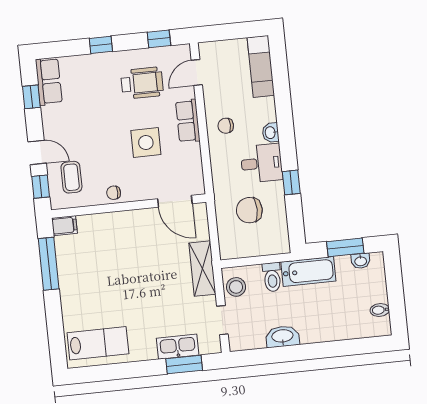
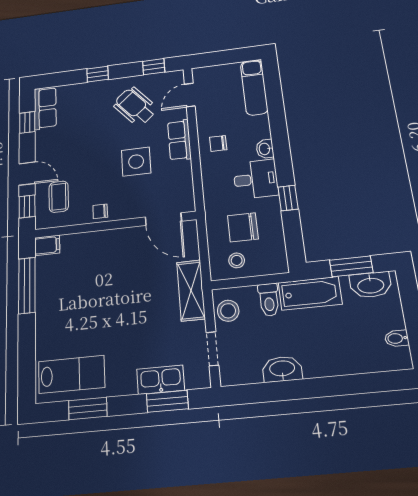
wheelchair: (142, 83) -> (135, 106), turned -131
stool: (244, 241) -> (237, 260), added
washbasin: (361, 261) -> (371, 285), width x1.91, depth x1.45
window: (115, 372) -> (88, 408), added

